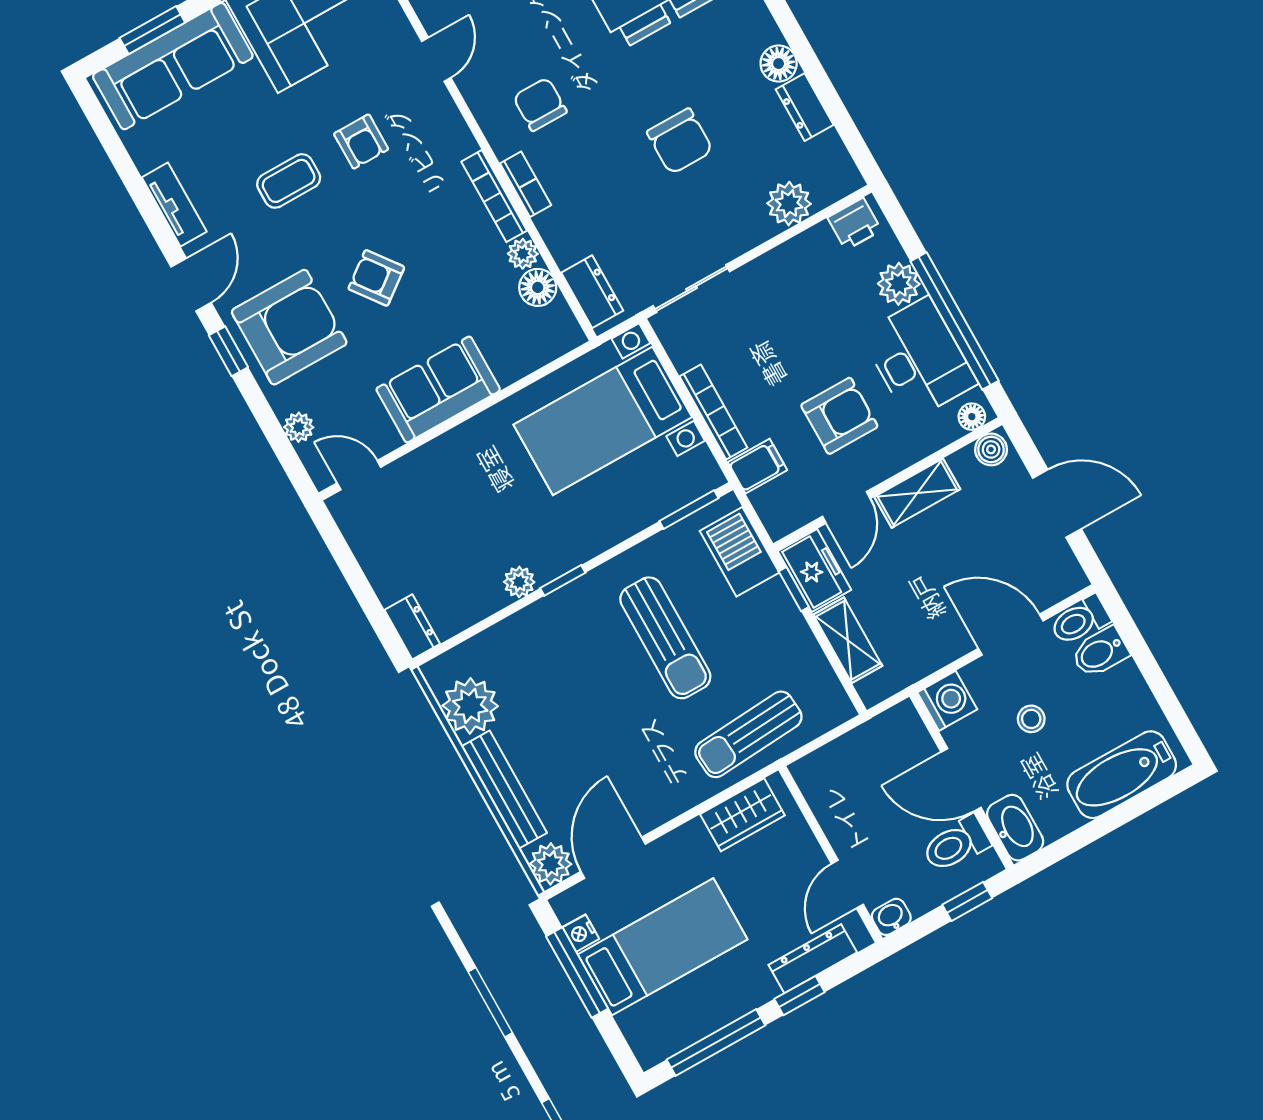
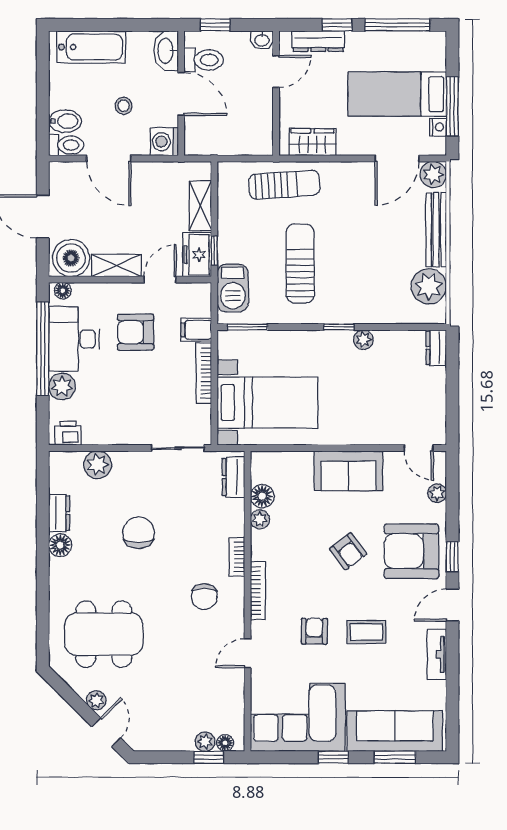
bookcase: (494, 196) -> (258, 591), moved
boiler: (991, 449) -> (71, 258), width x1.86, depth x1.86

